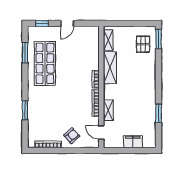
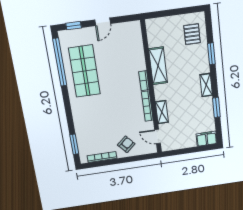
window: (159, 39) -> (211, 54), moved
shelving: (108, 40) -> (206, 85), moved
window: (25, 53) -> (60, 62), width x2.11
window: (25, 110) -> (74, 144), moved
filing cabinet: (133, 142) -> (207, 139), moved

